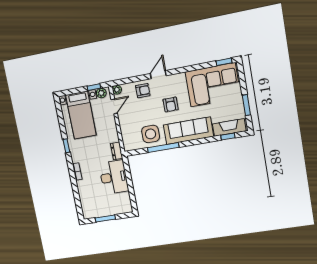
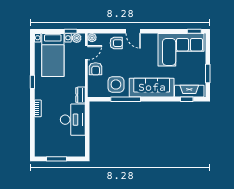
door: (158, 75) -> (133, 31), swing flipped
armchair: (171, 104) -> (96, 69), moved

